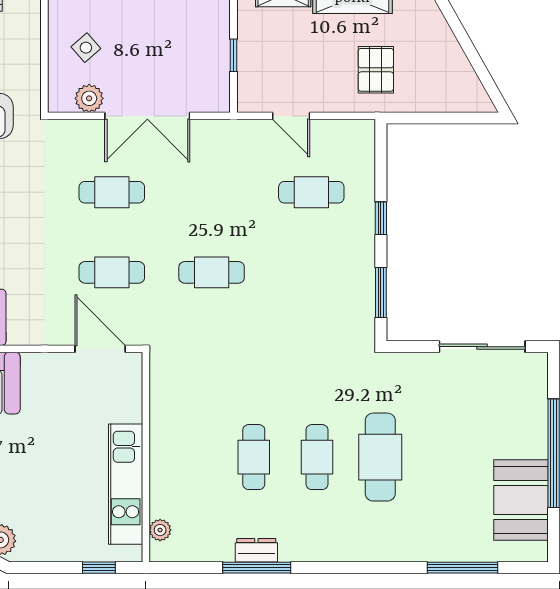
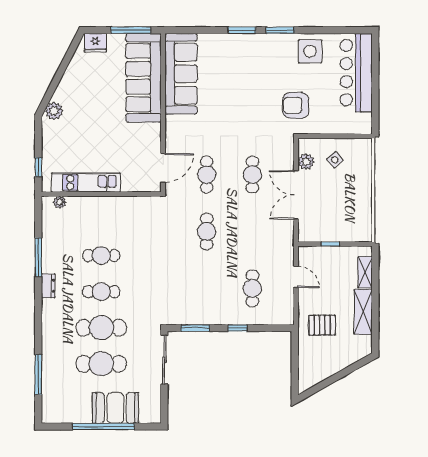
door: (291, 116) -> (296, 277), swing flipped
sliding door: (482, 347) -> (164, 360), moved
cafe table: (443, 457) -> (101, 364), added
booth: (521, 500) -> (115, 408), moved
dresser: (256, 550) -> (48, 286), moved

